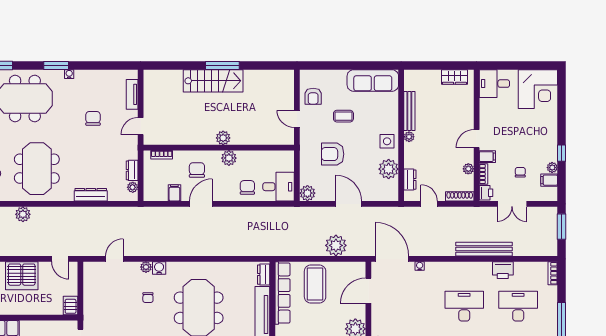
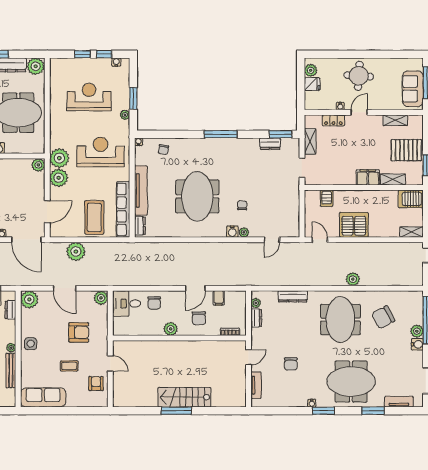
plant: (223, 138) -> (176, 347), removed
plant: (389, 169) -> (29, 299), moved
server rack: (71, 306) -> (327, 198), moved

